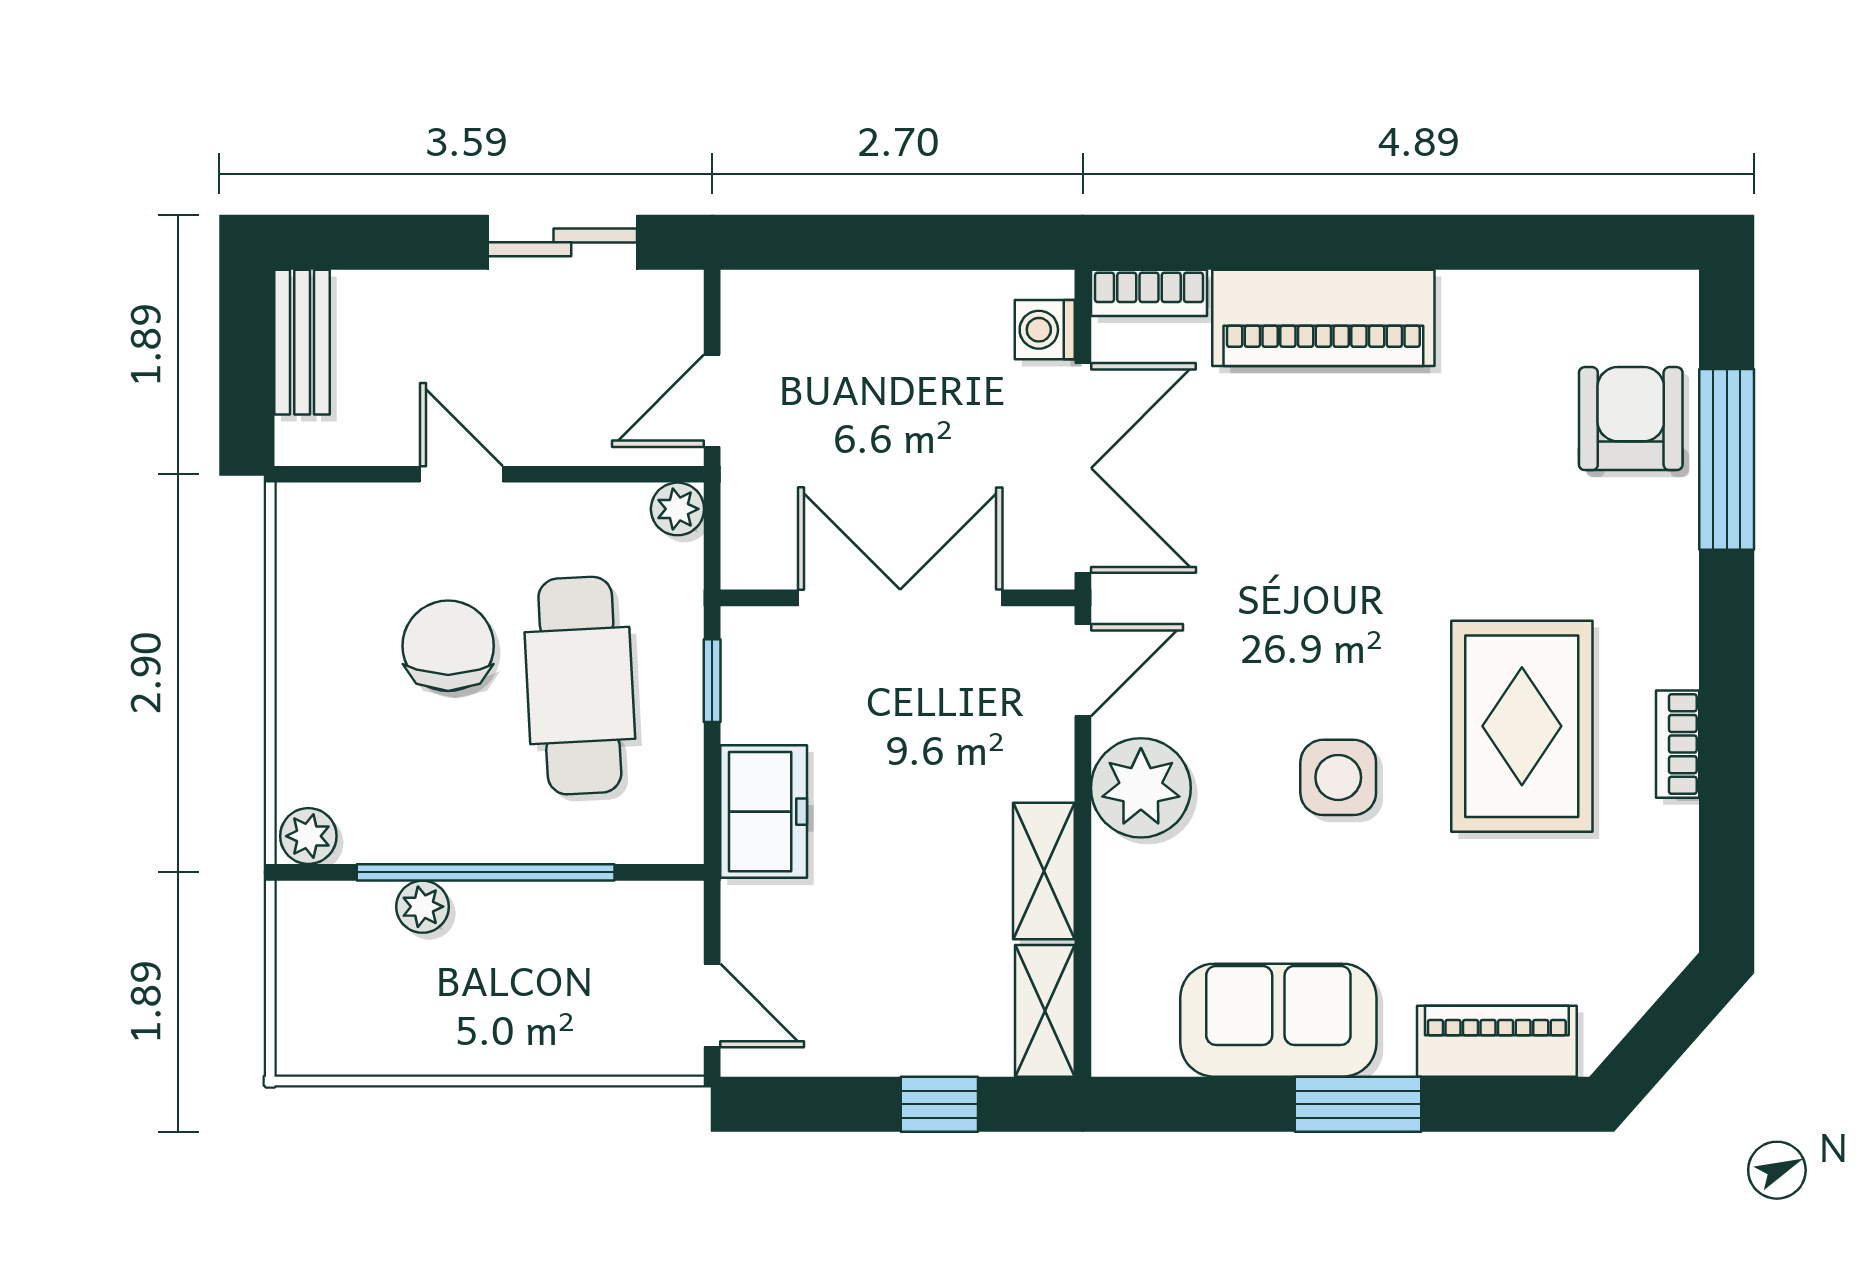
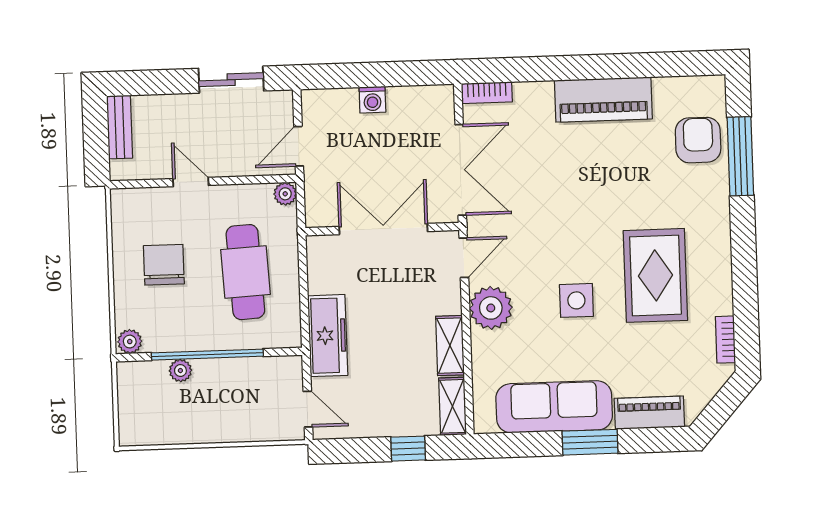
piano: (1323, 318) -> (603, 100), moved
washing machine: (1045, 330) -> (372, 100), moved, turned -90
chair: (448, 646) -> (164, 265), moved
window: (712, 681) -> (303, 268), removed
bookcase: (1678, 744) -> (725, 340), moved
freezer: (764, 812) -> (328, 336), width x1.40
sofa: (1278, 1020) -> (554, 407), width x1.36

